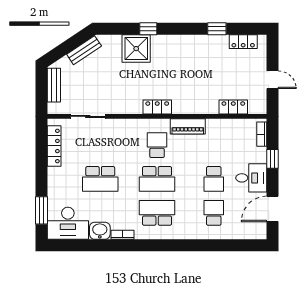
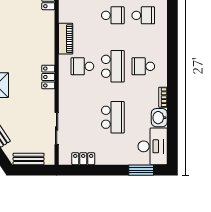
locker: (157, 107) -> (48, 77), moved
locker: (54, 146) -> (83, 159), width x0.66
school desk: (157, 213) -> (143, 66), width x0.54
school desk: (214, 213) -> (143, 15), turned 180

